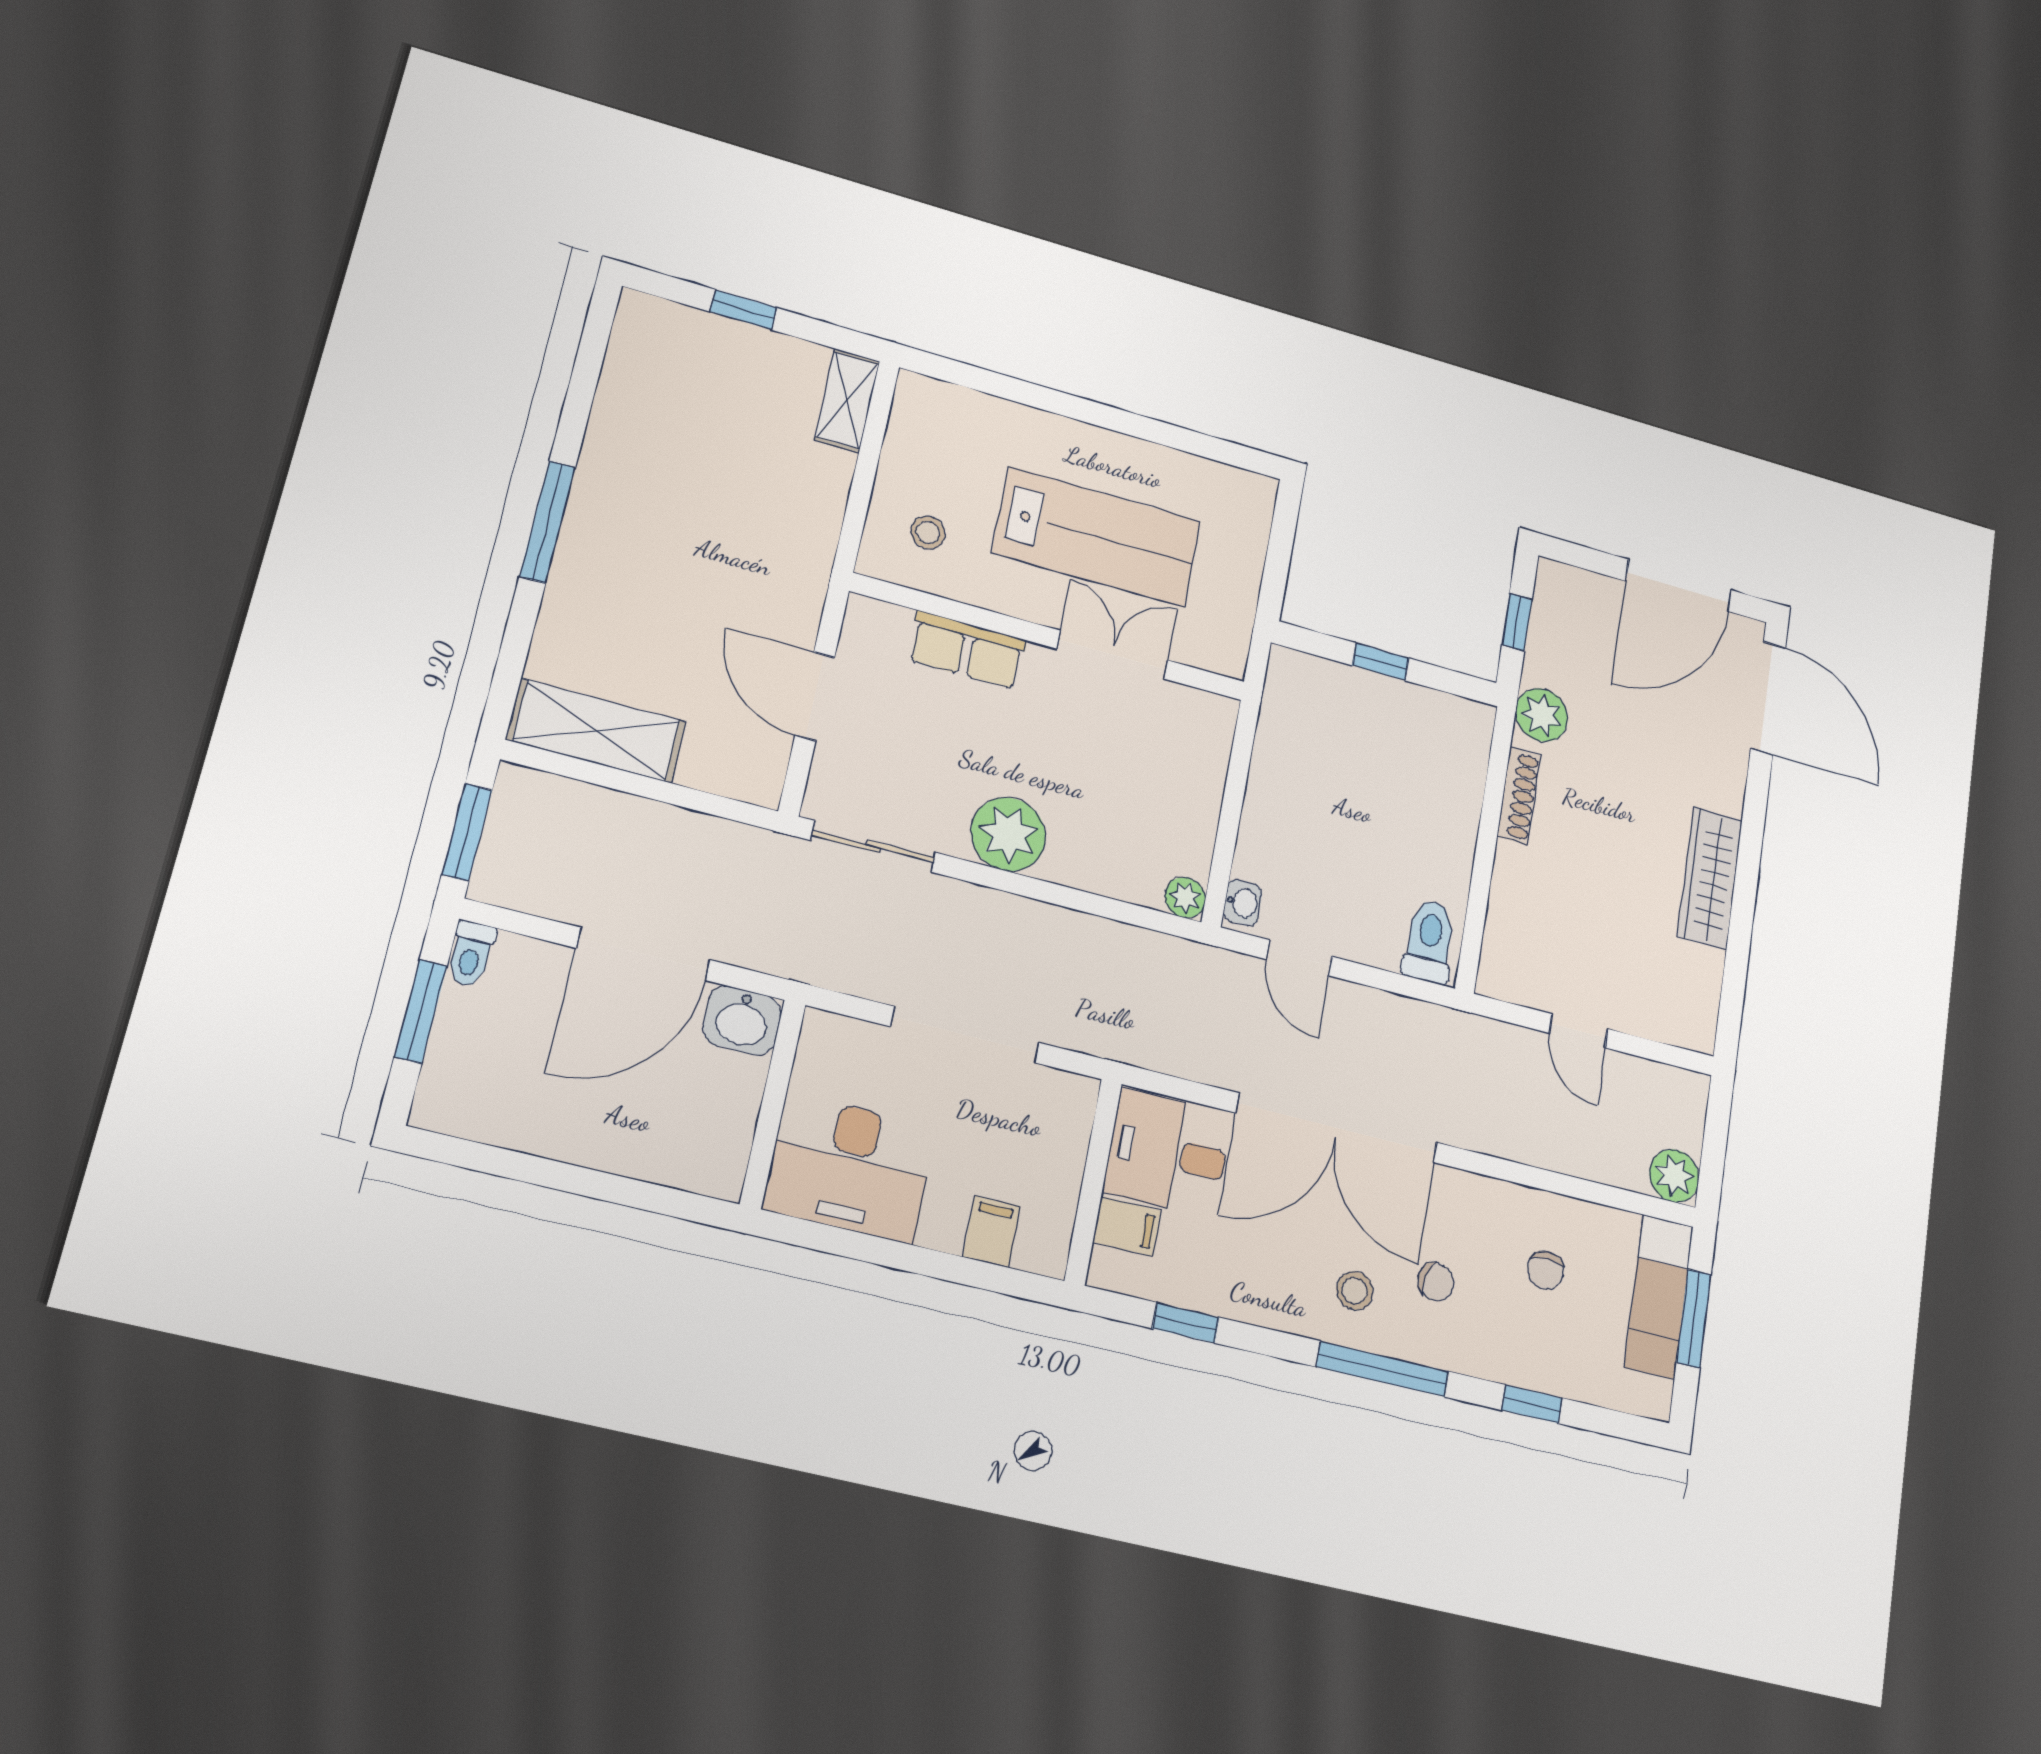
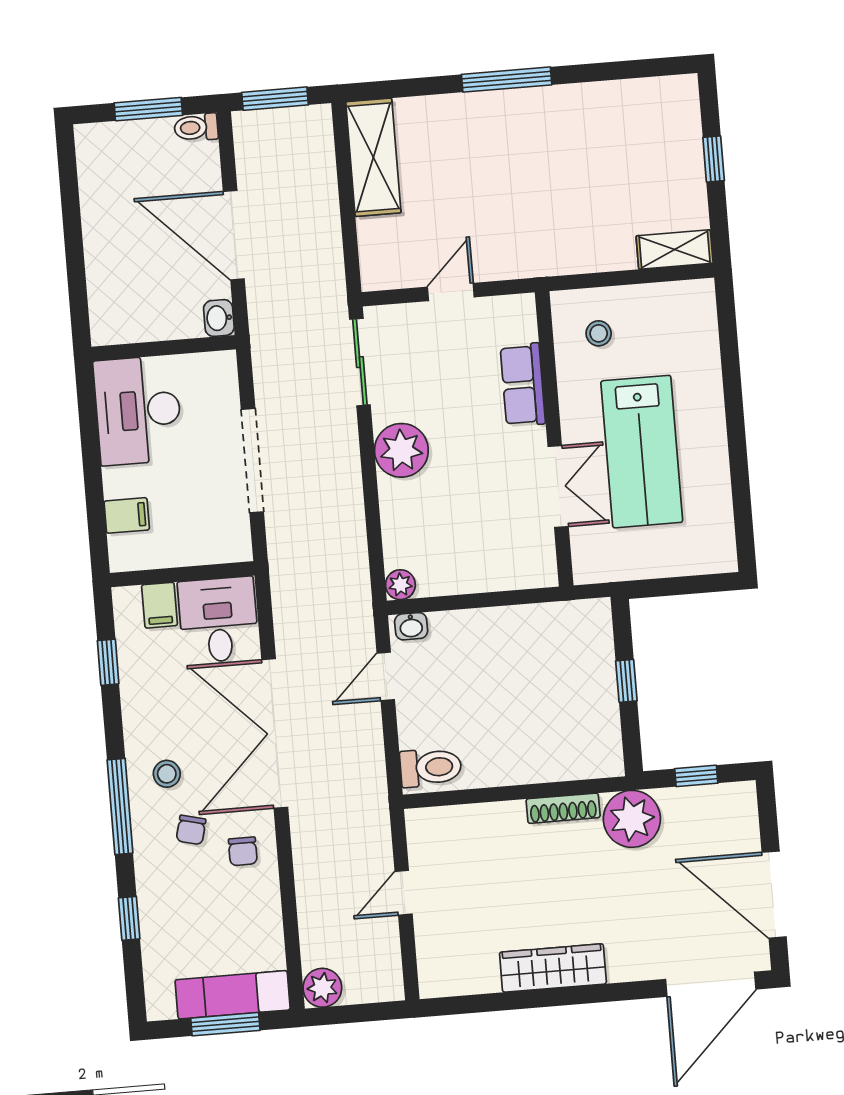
door: (815, 696) -> (451, 292), width x0.73
plant: (1542, 715) -> (632, 819), width x1.36, depth x1.36
washbasin: (742, 1020) -> (219, 318), width x0.72, depth x0.69
chair: (1546, 1270) -> (243, 851), moved, turned -90

